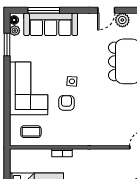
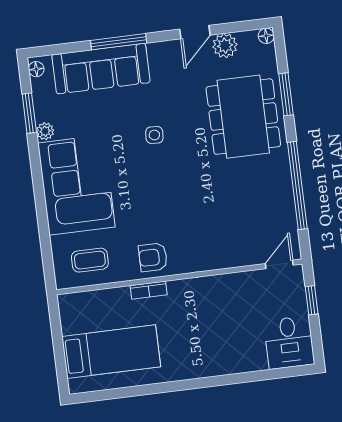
window: (44, 10) -> (119, 42), moved
plant: (15, 31) -> (45, 131), moved
side table: (72, 81) -> (154, 135), moved
armchair: (66, 103) -> (153, 257), moved, turned -90

